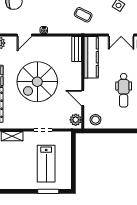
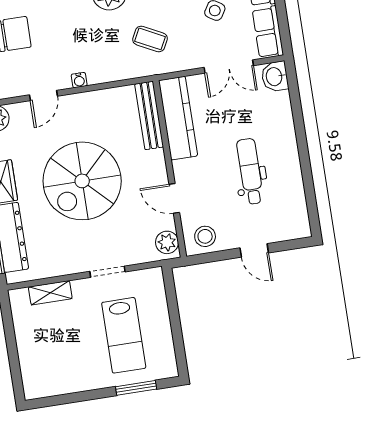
bench: (77, 49) -> (149, 115), width x1.36
dental chair: (124, 90) -> (250, 171), turned 180
door: (119, 131) -> (254, 250), added

